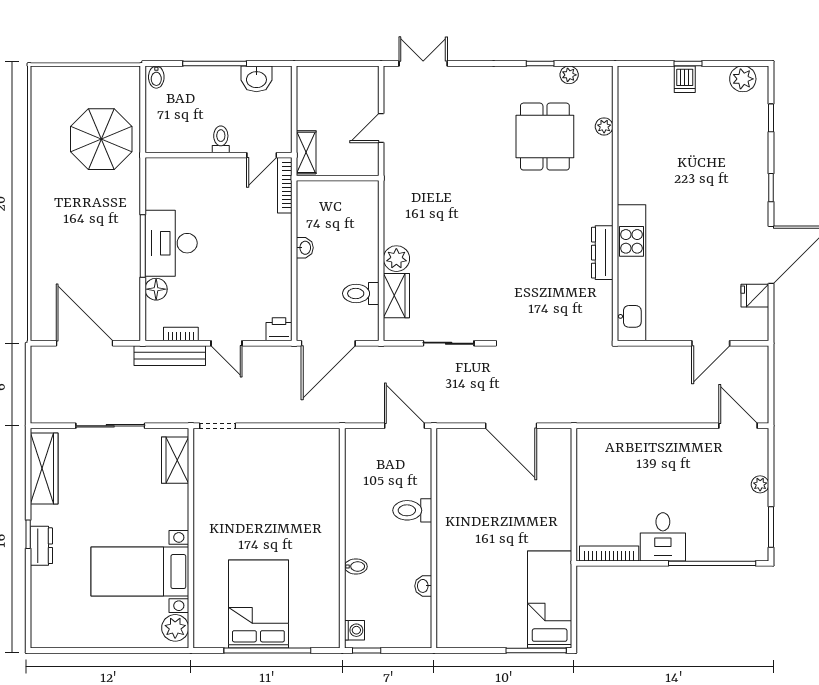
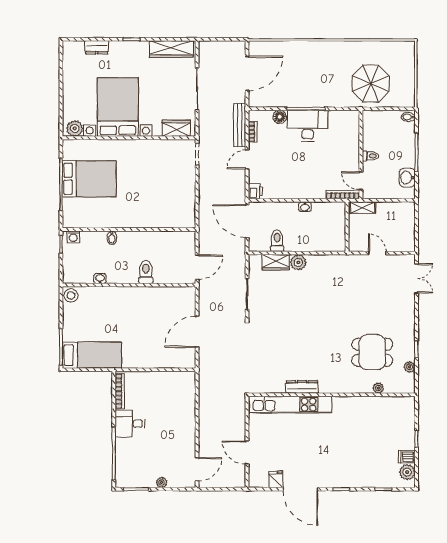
dishwasher: (685, 79) -> (407, 457), moved
dresser: (41, 546) -> (97, 47), moved
bed with nightstands: (140, 572) -> (118, 107), width x1.36
stool: (451, 634) -> (71, 295), added

